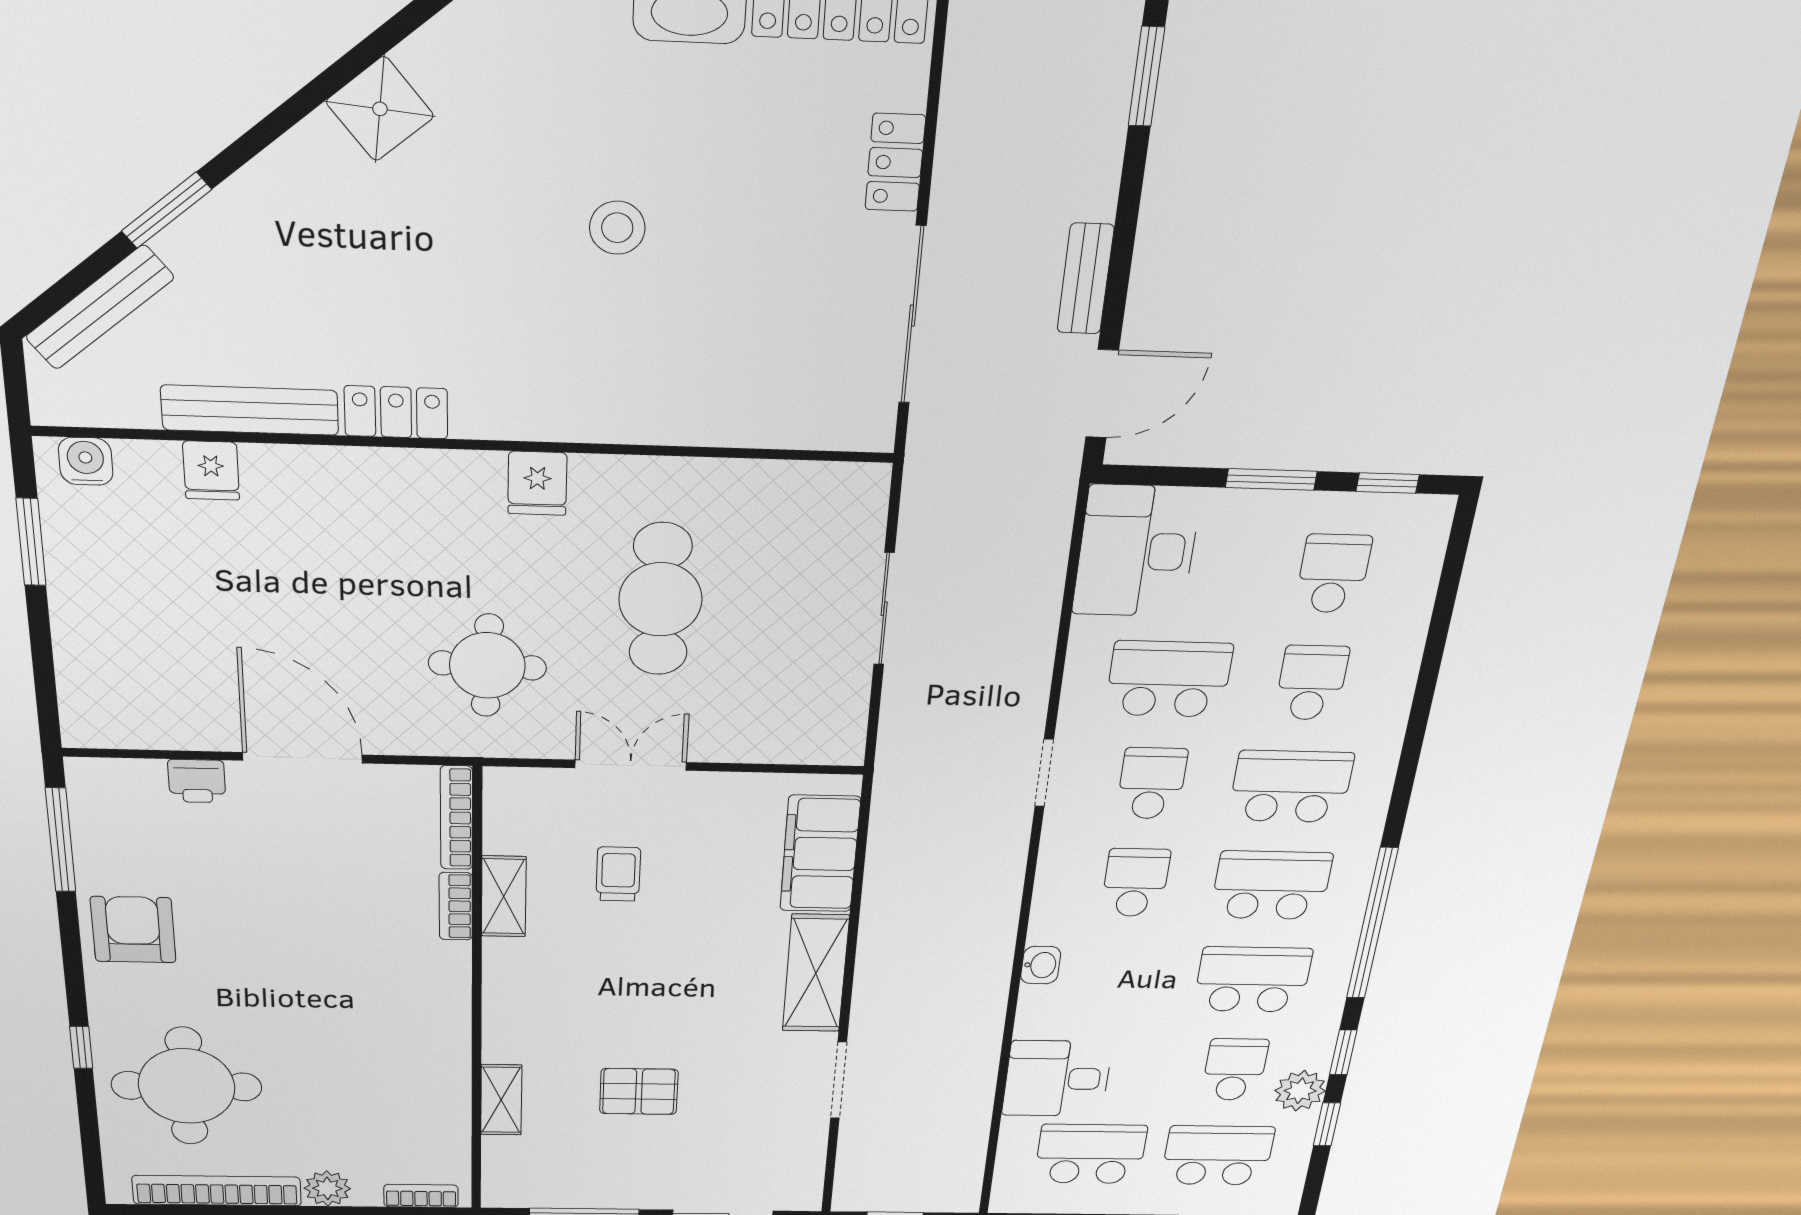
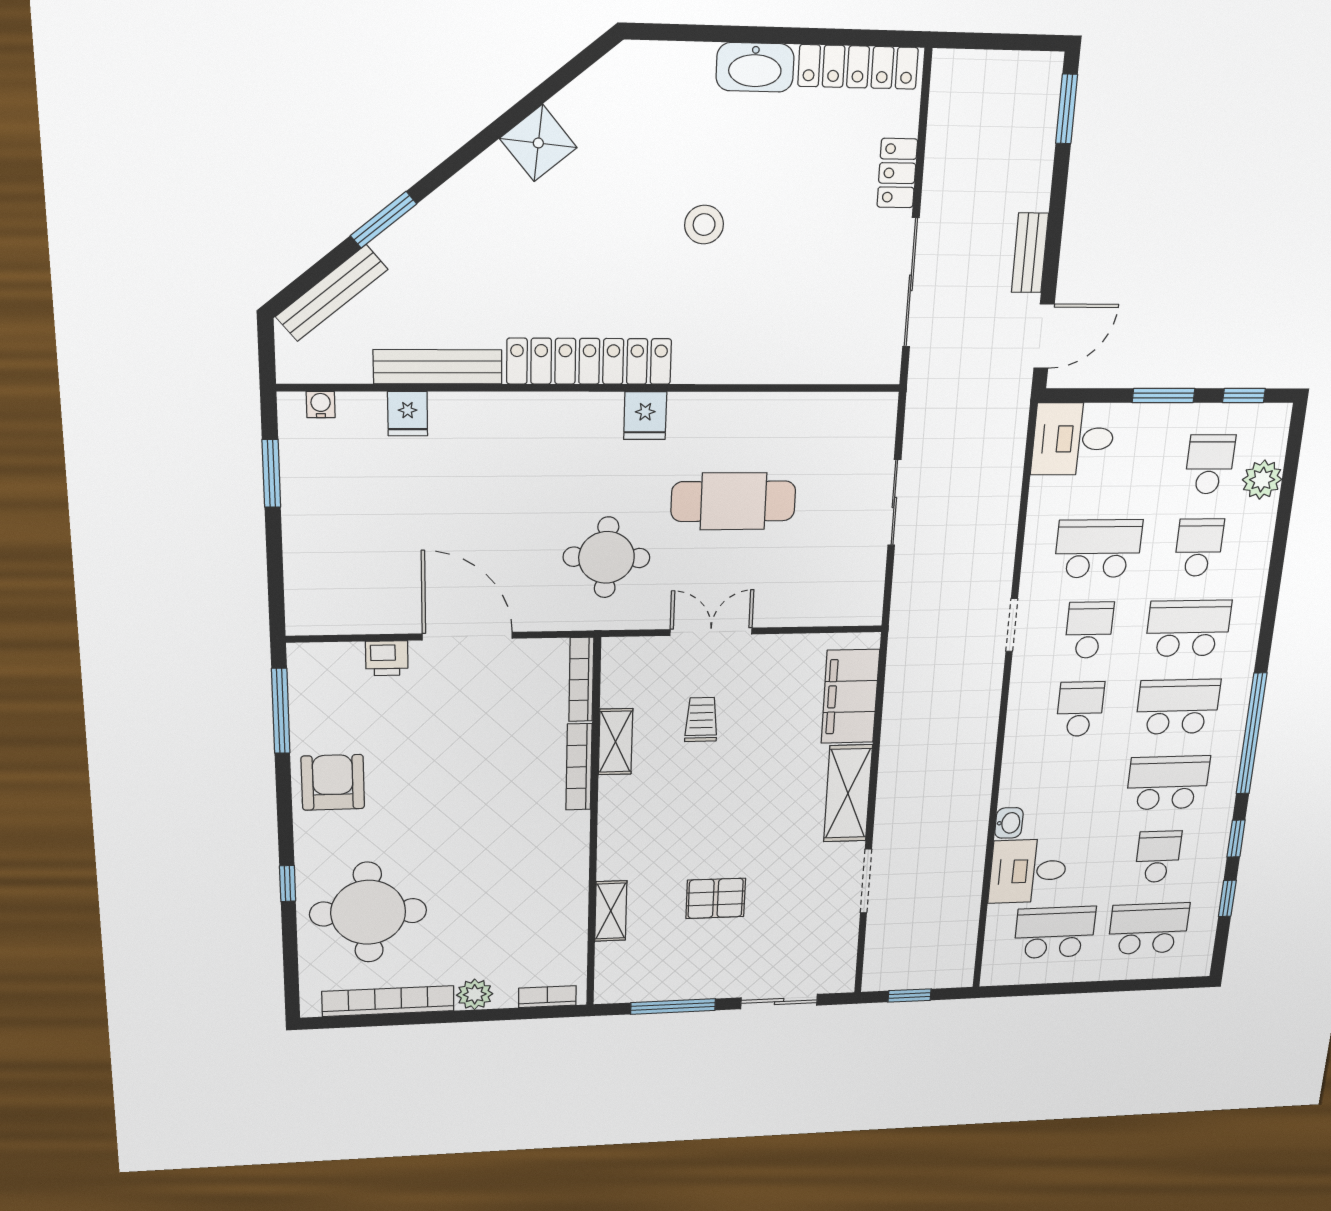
locker: (396, 412) -> (589, 361), width x2.16, depth x1.21
water cooler: (86, 461) -> (321, 405), width x0.72, depth x0.72
desk: (1136, 551) -> (1073, 439), width x0.73
cafe table: (660, 599) -> (733, 501), turned 90
bookcase: (456, 906) -> (579, 767), width x1.56
washbasin: (1041, 965) -> (1009, 823), moved
plant: (1300, 1091) -> (1262, 480), moved

